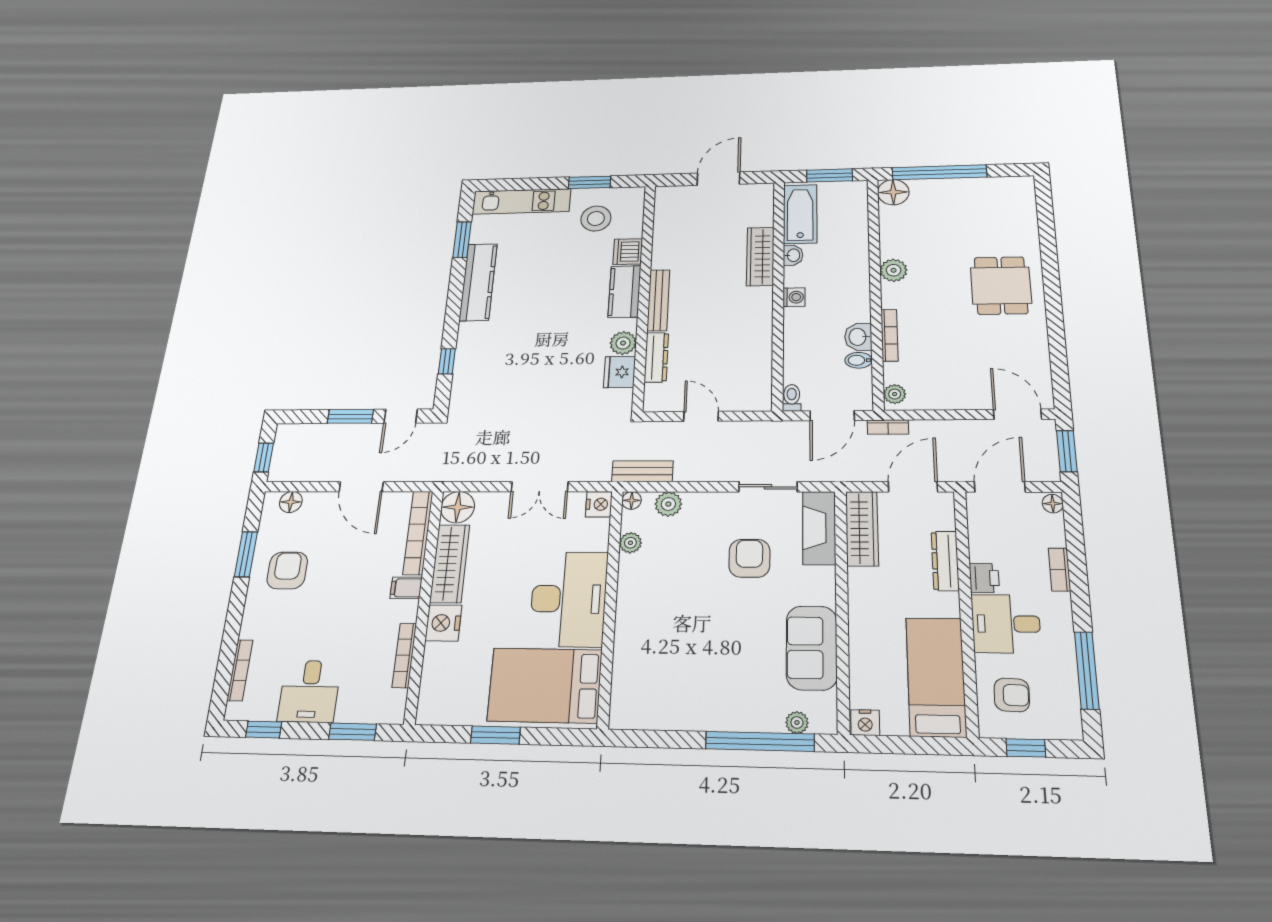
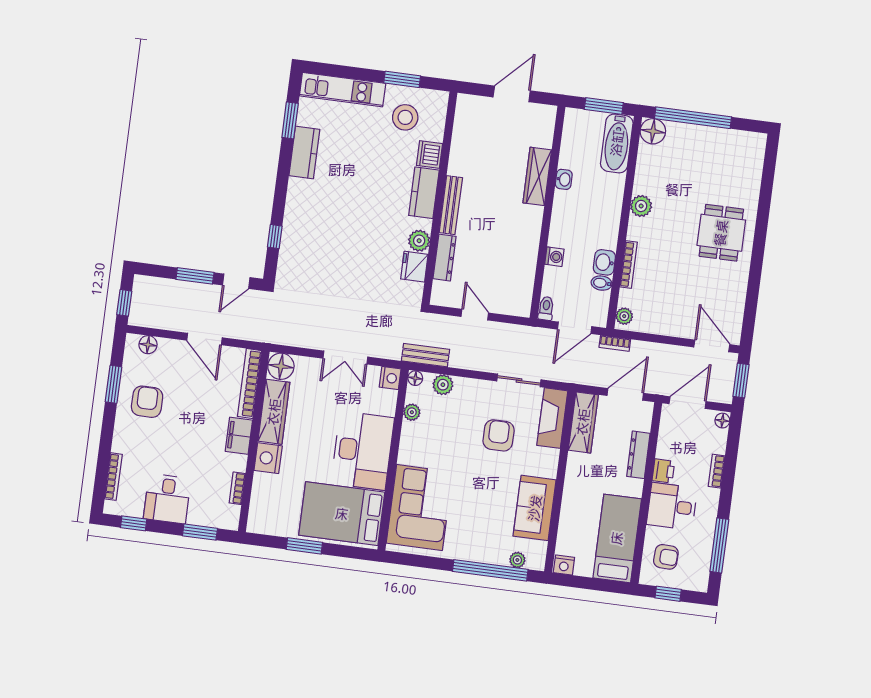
bathtub: (800, 214) -> (617, 143), moved, turned 180
kitchen counter: (478, 282) -> (304, 152), width x0.67
washing machine: (794, 297) -> (554, 257), moved
filing cabinet: (406, 588) -> (239, 436), width x2.00
bookcase: (404, 655) -> (237, 488), width x0.64
corner sofa: (651, 665) -> (419, 507), added

